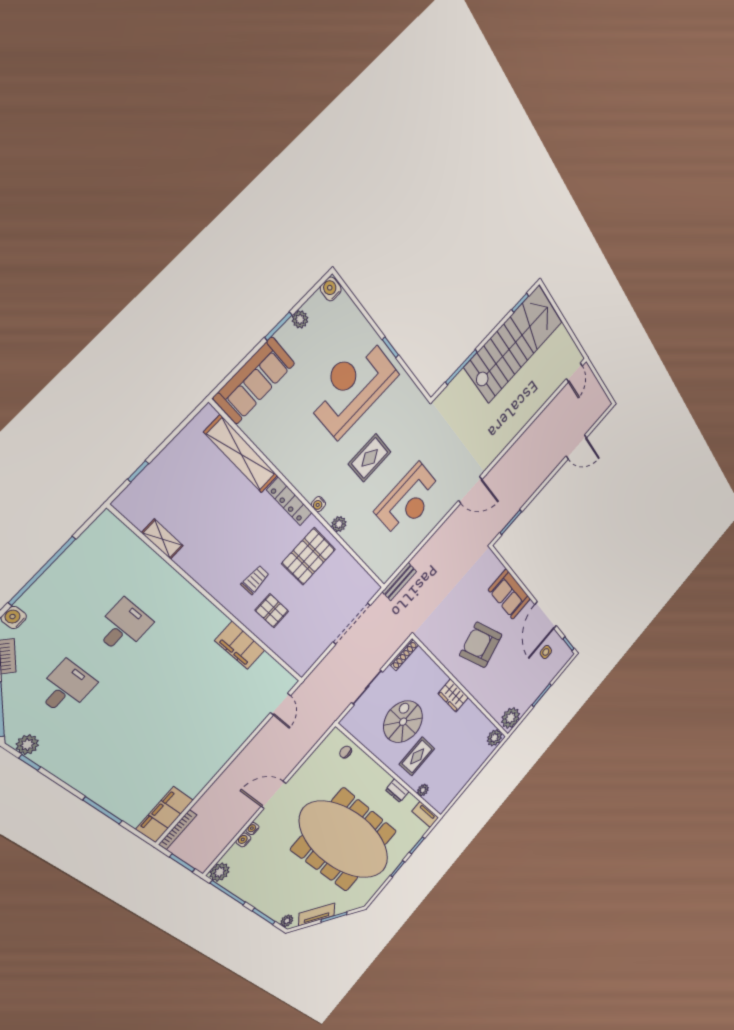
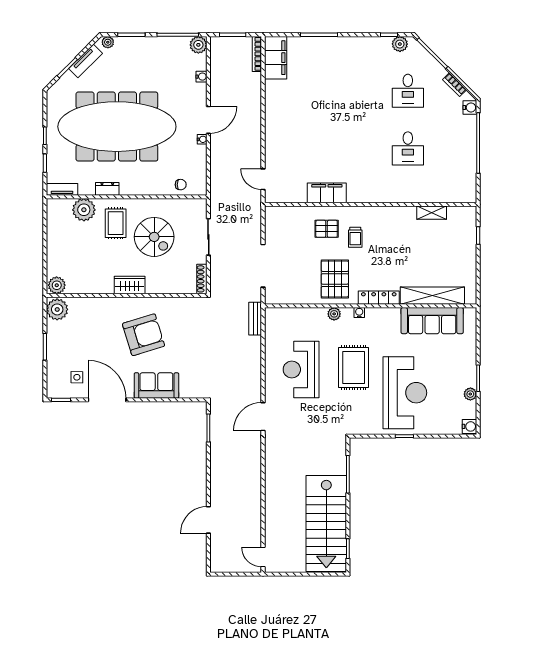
sofa: (254, 380) -> (432, 321), moved, turned -90
rug: (370, 458) -> (354, 367), width x1.36, depth x1.43
plant: (423, 790) -> (84, 210), width x1.88, depth x1.88
water cooler: (252, 829) -> (202, 139), moved

